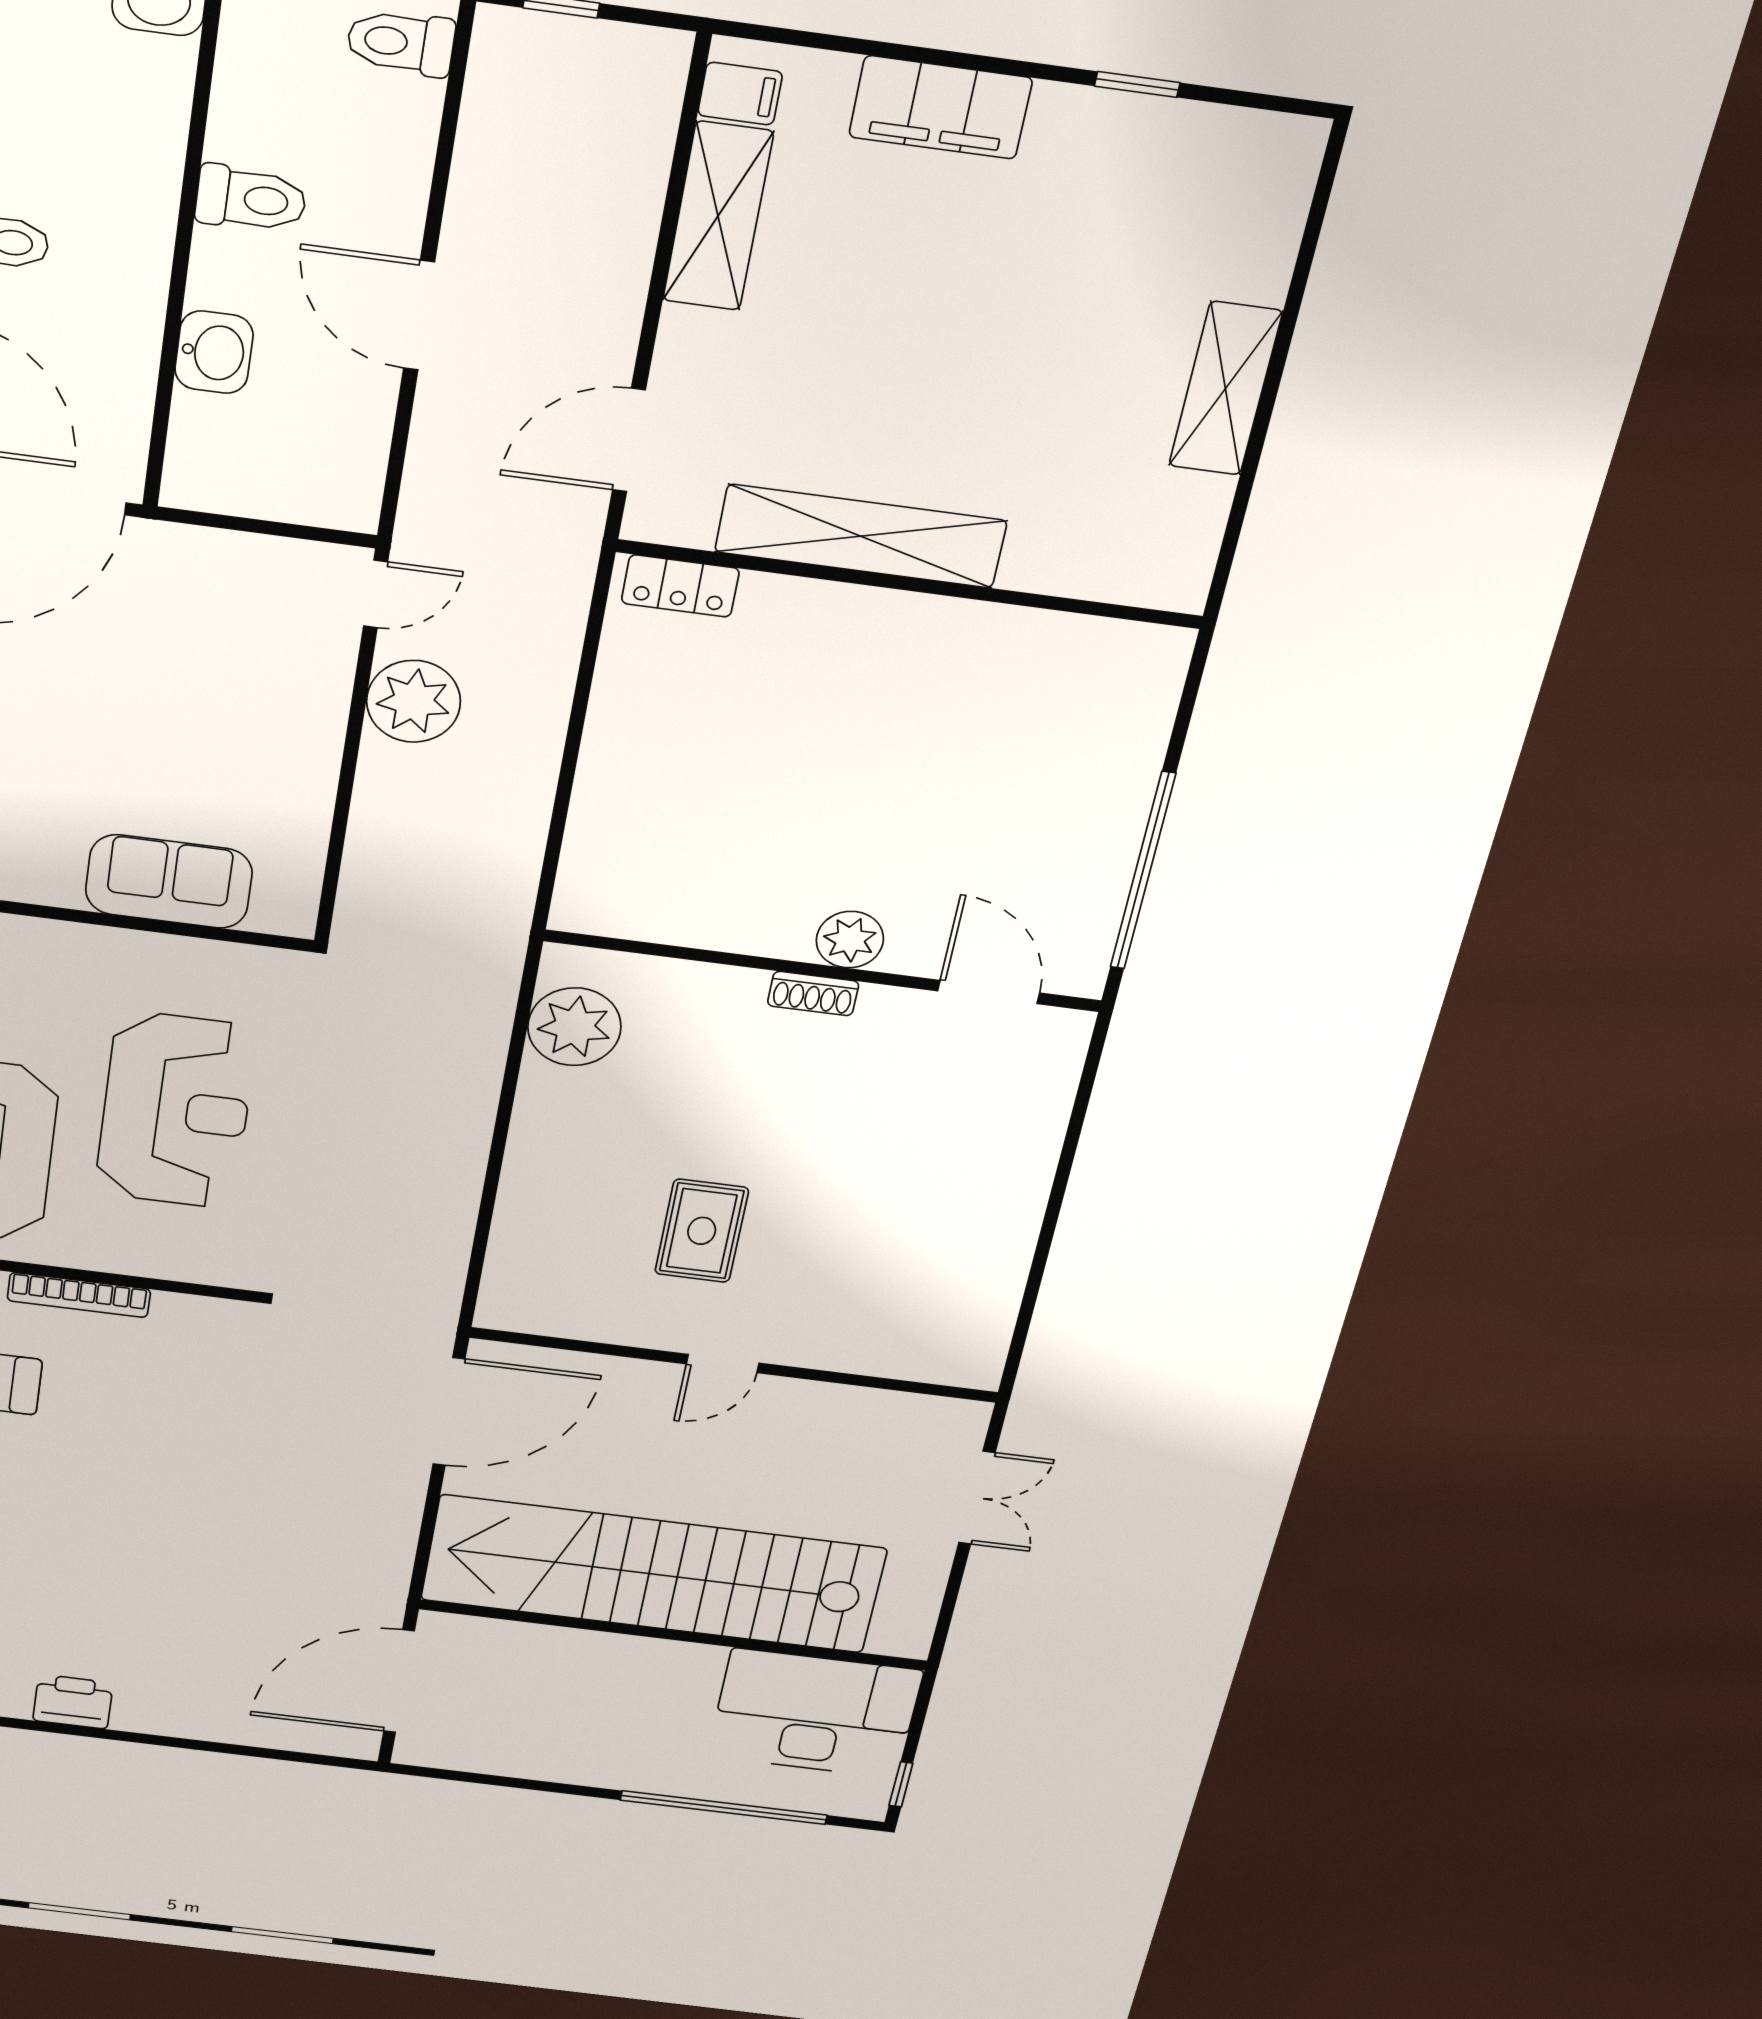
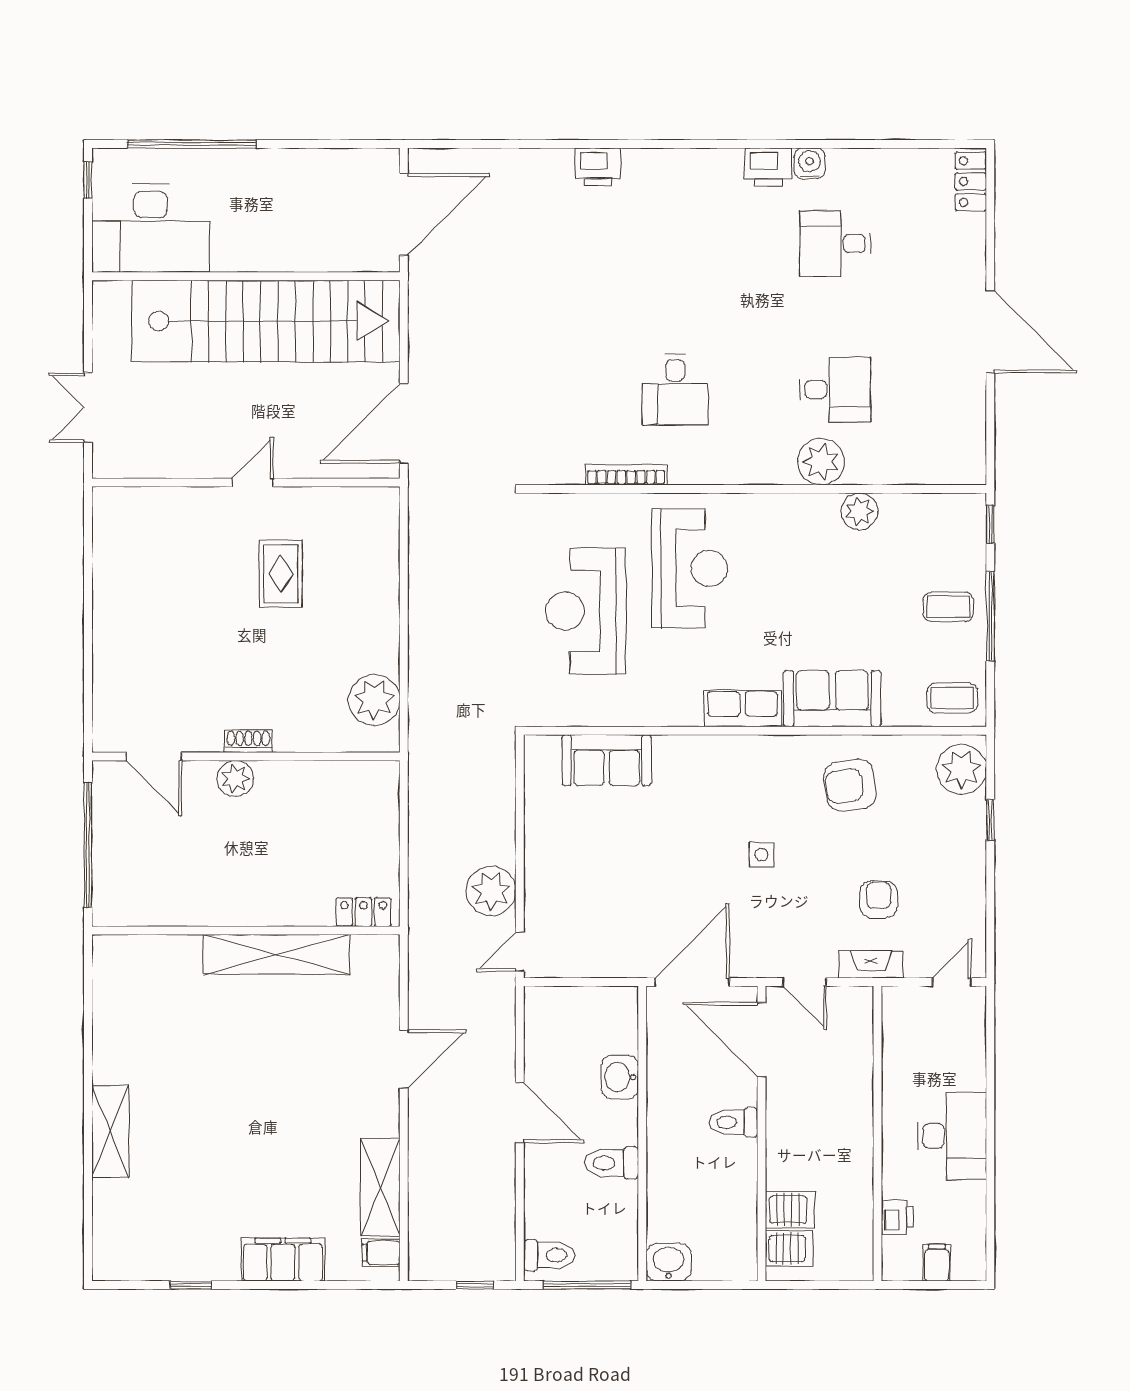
shelving: (861, 536) -> (276, 954), moved
wall: (910, 584) -> (246, 931), moved
locker: (680, 586) -> (363, 912), moved

